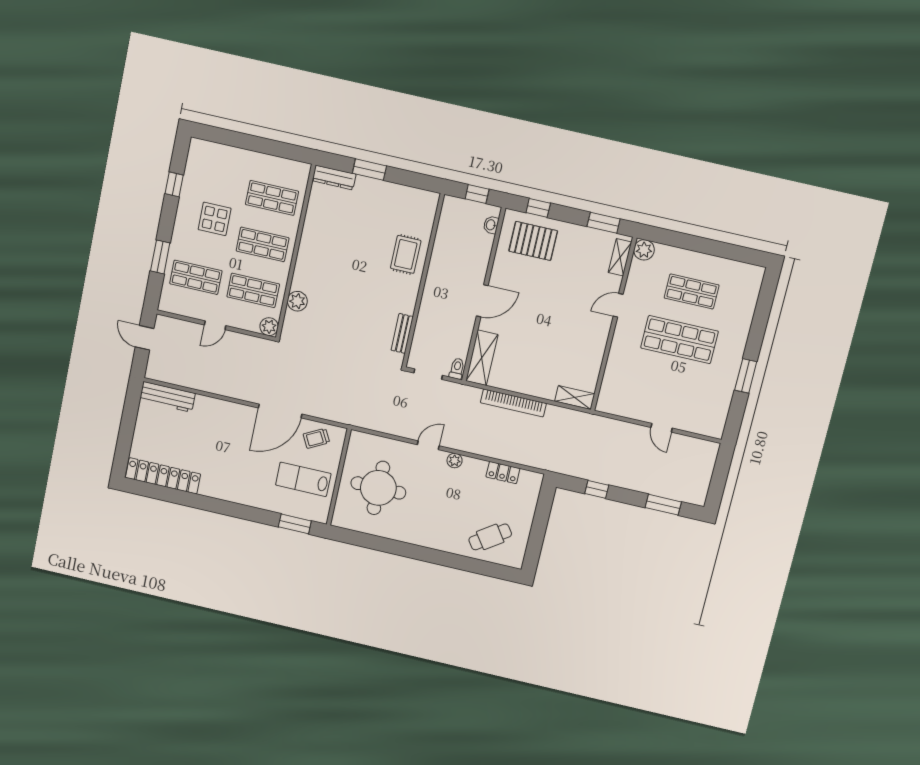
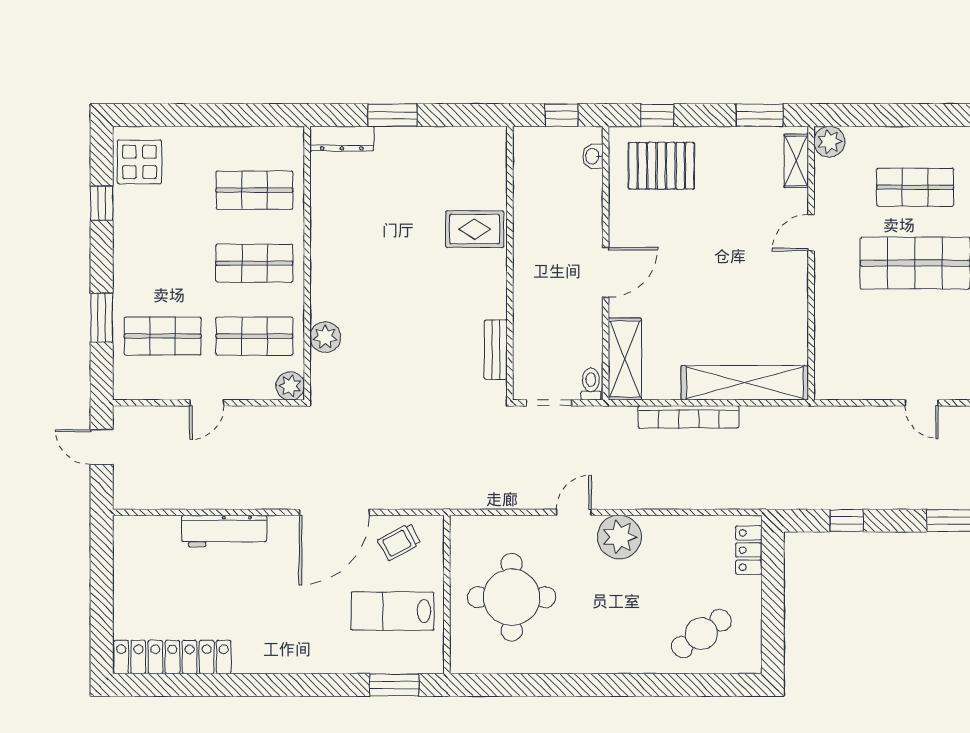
display table: (215, 219) -> (139, 162), moved
rug: (406, 254) -> (475, 229), turned 90
workbench: (167, 397) -> (224, 531), moved
shelving: (575, 398) -> (745, 383), width x2.20, depth x1.33
plant: (455, 461) -> (619, 537), width x1.87, depth x1.87
locker: (503, 473) -> (749, 550), moved, turned 90

